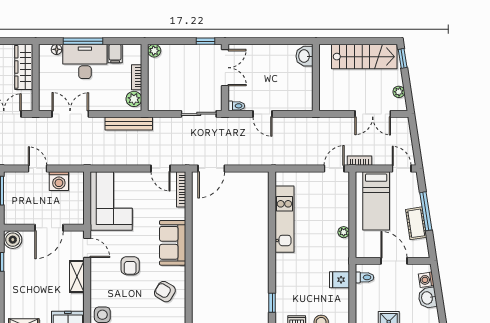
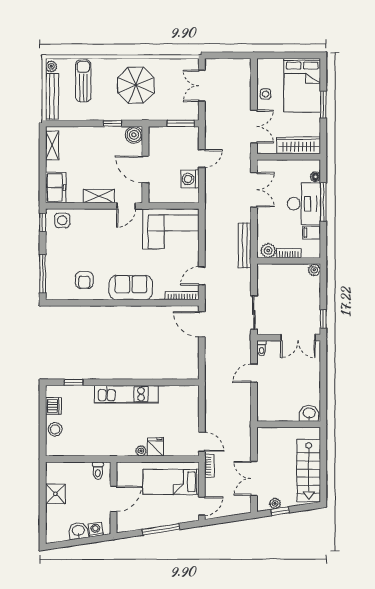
window: (403, 58) -> (280, 511), moved
kitchen unit: (284, 219) -> (126, 394), moved
cot: (416, 223) -> (149, 520), removed
armchair: (130, 266) -> (109, 247), removed
fridge: (340, 280) -> (155, 447), moved
armchair: (165, 292) -> (84, 280), turned 149

